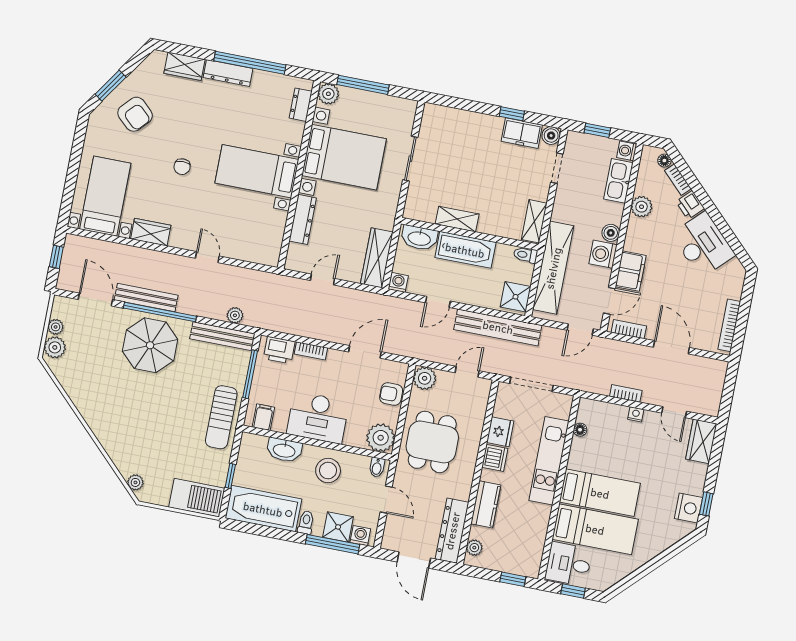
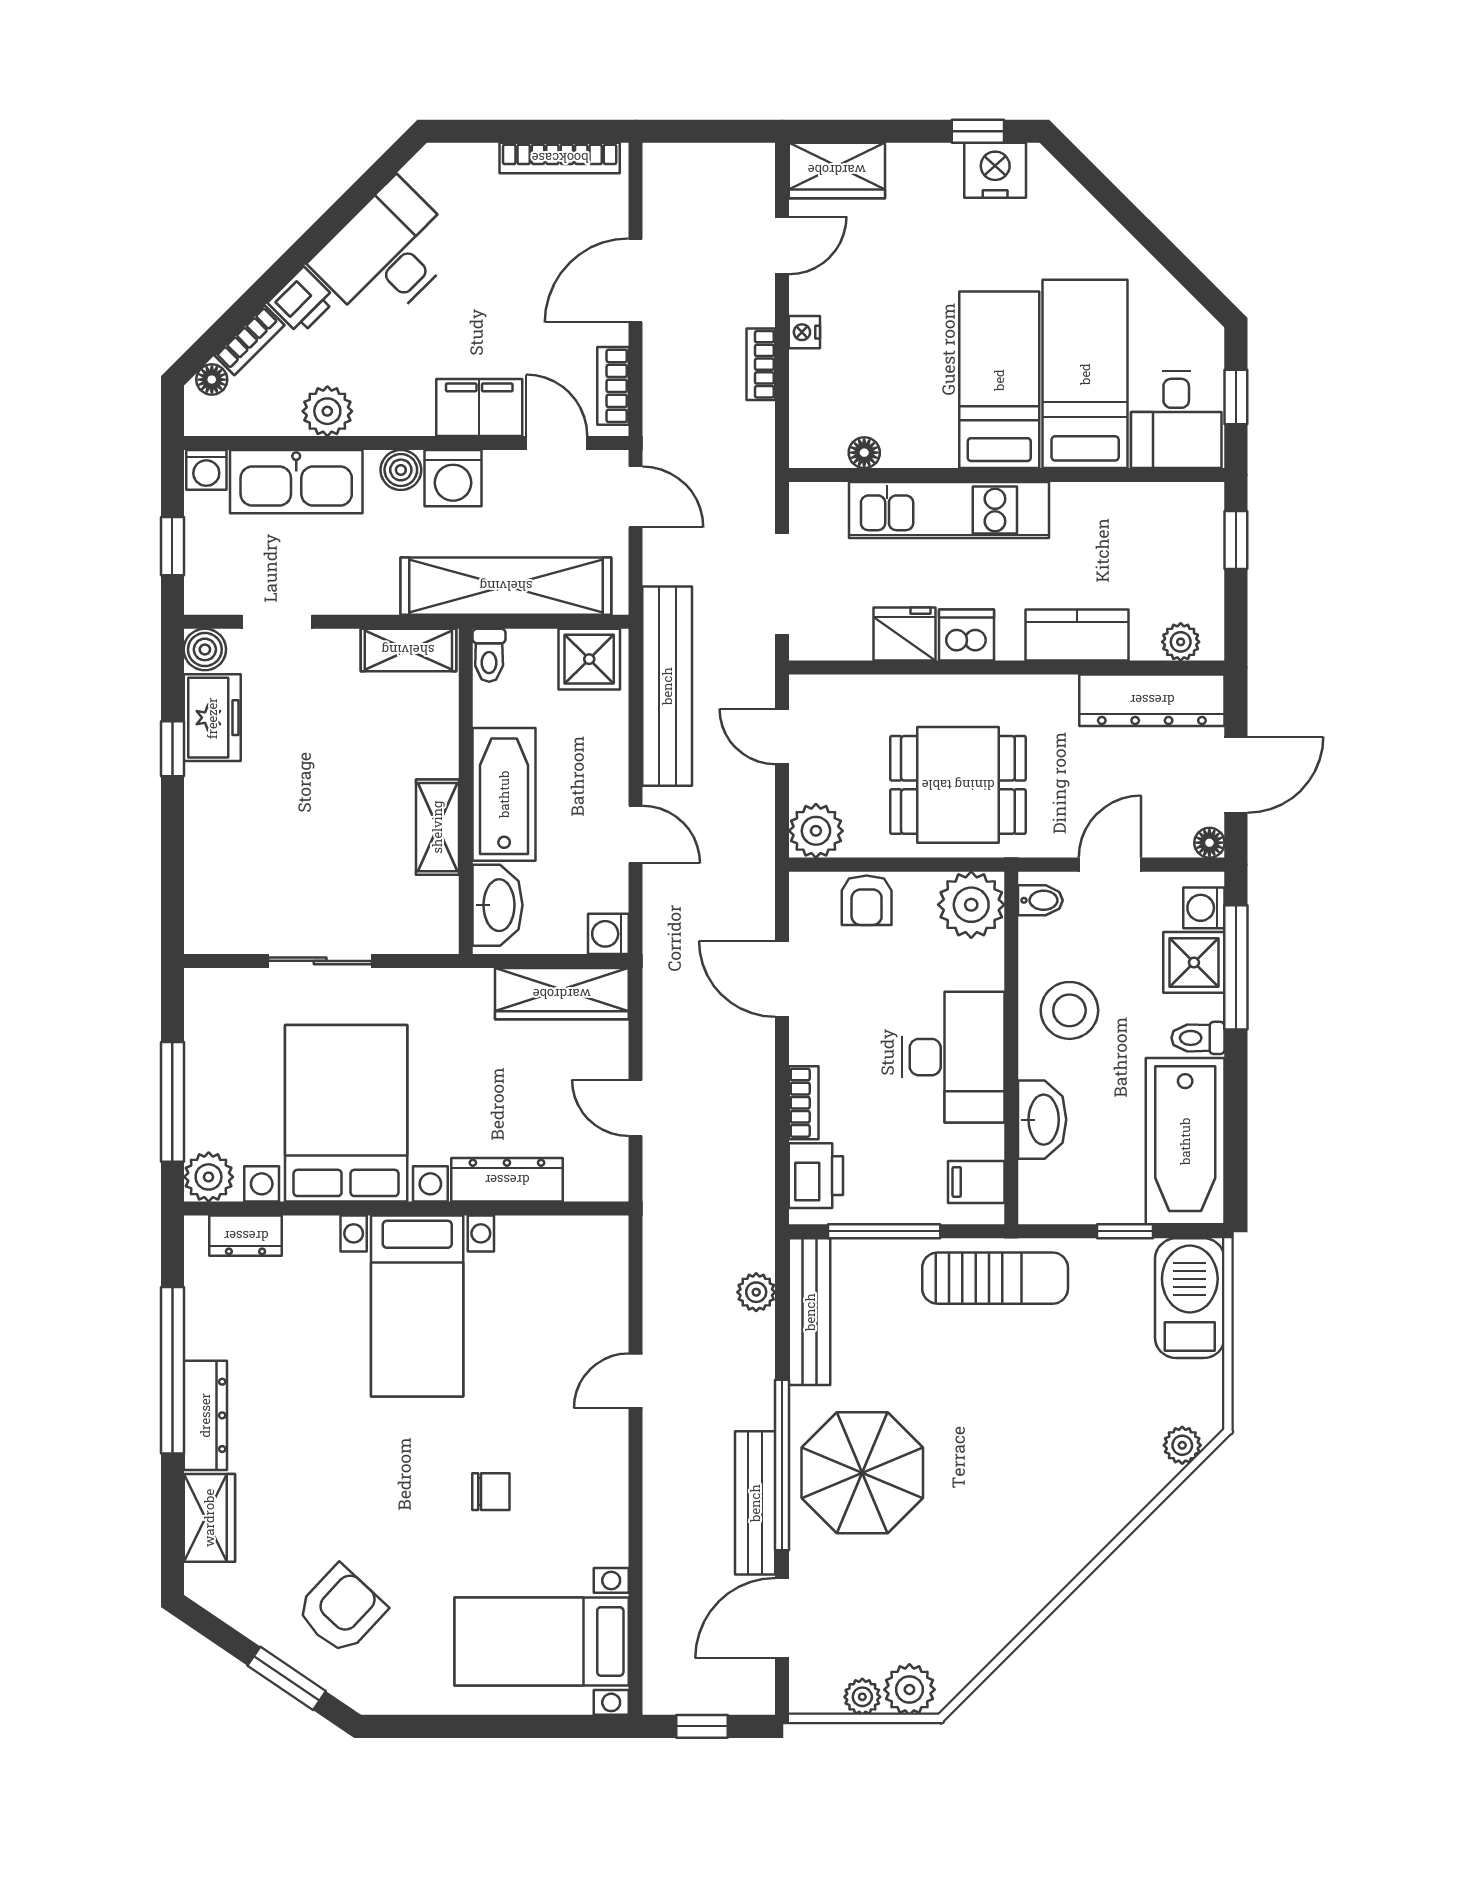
chair: (182, 167) -> (491, 1492), moved
kitchen sink: (618, 181) -> (296, 482), width x1.36, depth x1.24
wardrobe: (151, 232) -> (604, 1521), removed
floor lamp: (387, 543) -> (1209, 843), added

